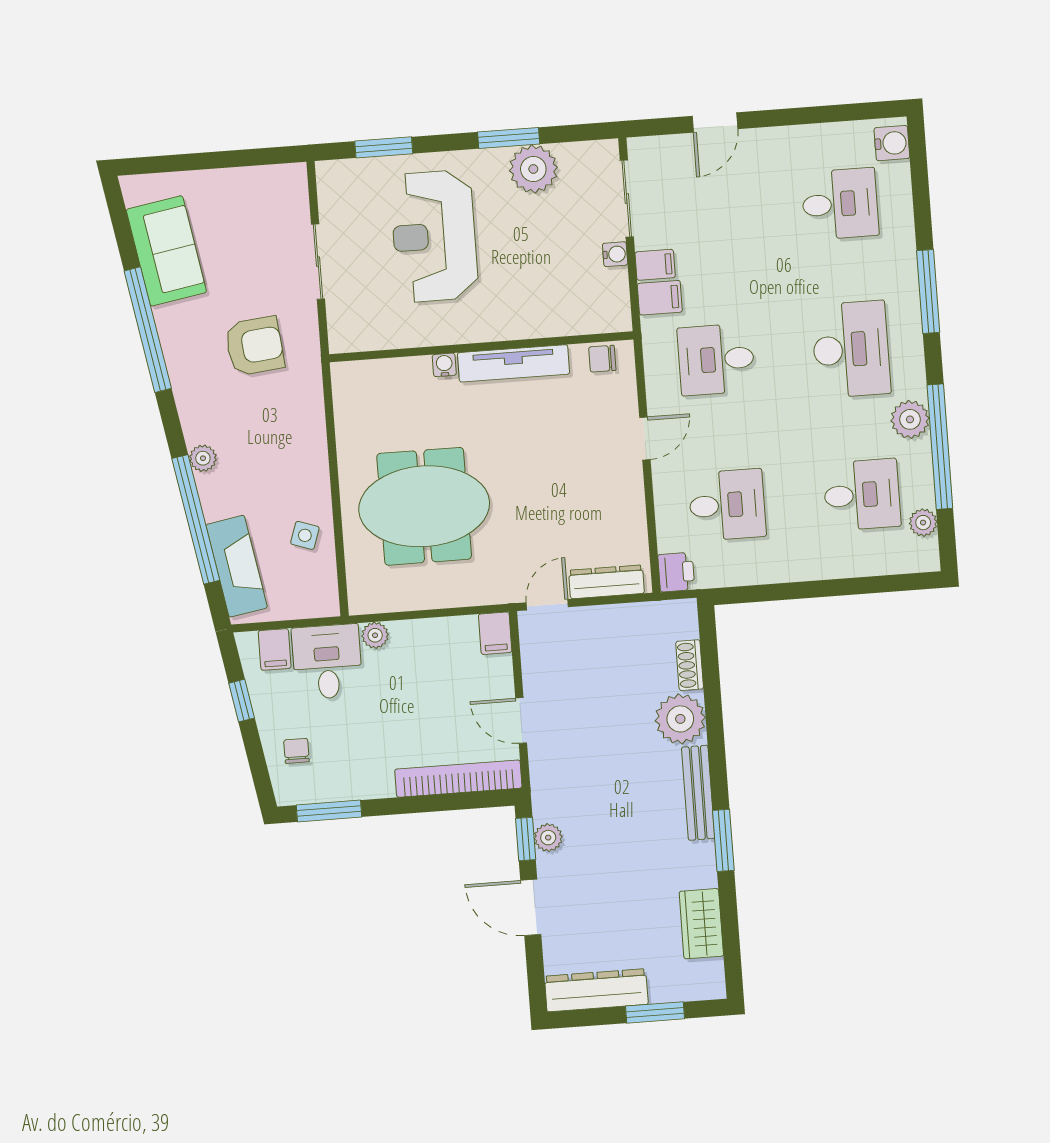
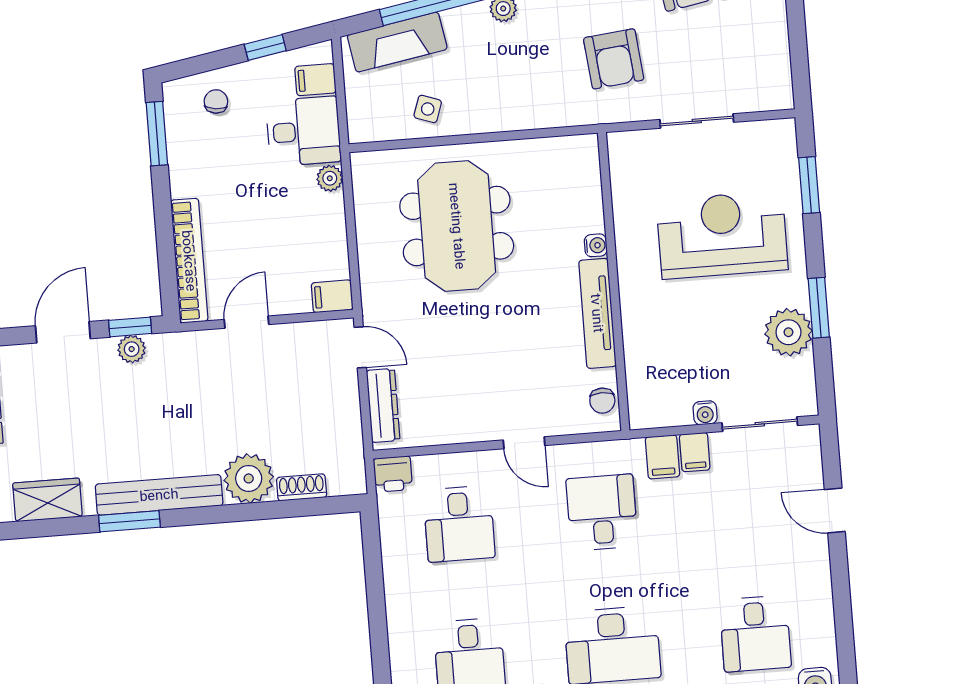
chair: (602, 359) -> (602, 401), turned 180
chair: (296, 751) -> (216, 101), turned -83
bench: (698, 793) -> (159, 495), width x1.37, depth x1.21

